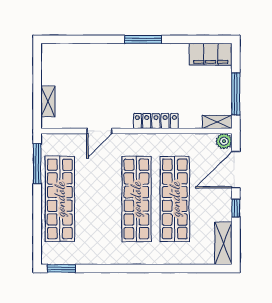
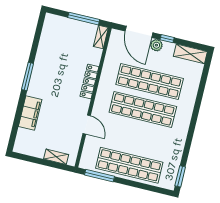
filing cabinet: (211, 54) -> (30, 113), moved
plant: (224, 141) -> (156, 45), moved

